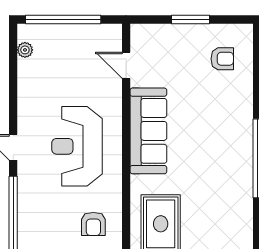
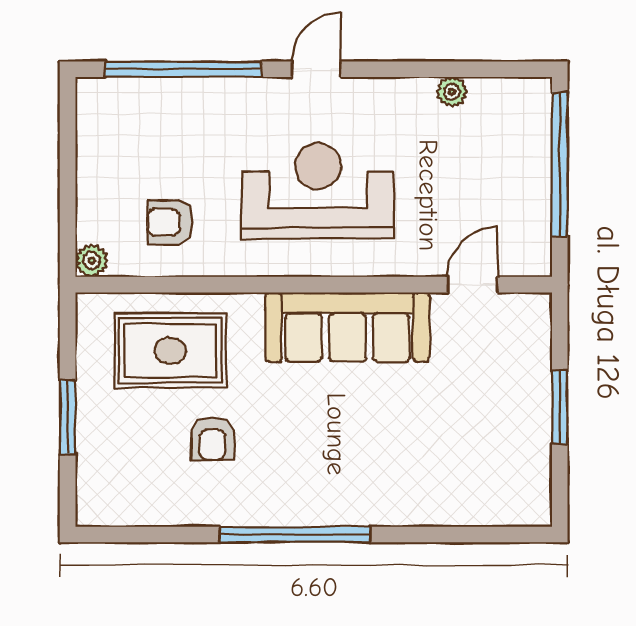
plant: (25, 50) -> (452, 92), moved
armchair: (222, 59) -> (212, 439), moved

